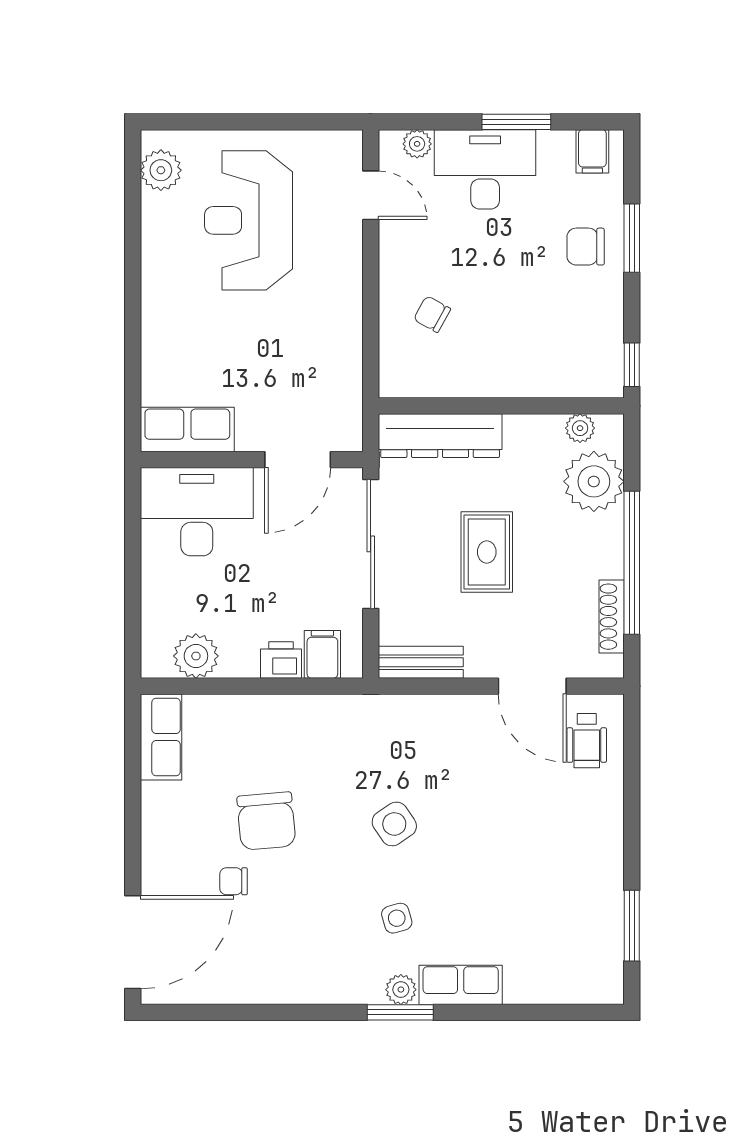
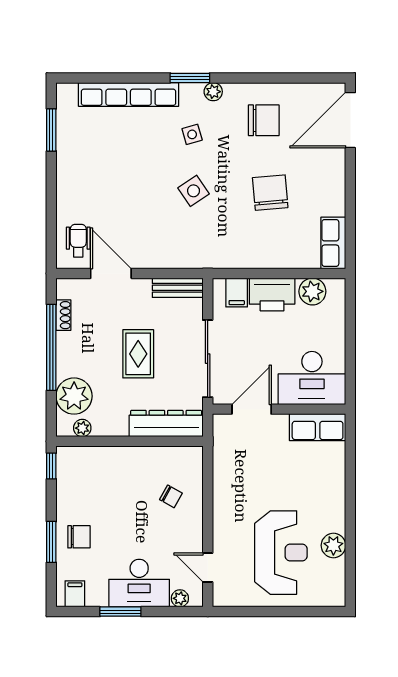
plant: (161, 170) -> (333, 545), moved
shoe rack: (612, 617) -> (63, 315), width x0.70
printer: (281, 660) -> (272, 294), width x1.87, depth x1.48
chair: (234, 881) -> (264, 120), moved, width x1.87, depth x1.87
row of seats: (461, 985) -> (129, 94), width x2.02
plant: (401, 990) -> (213, 92), moved

